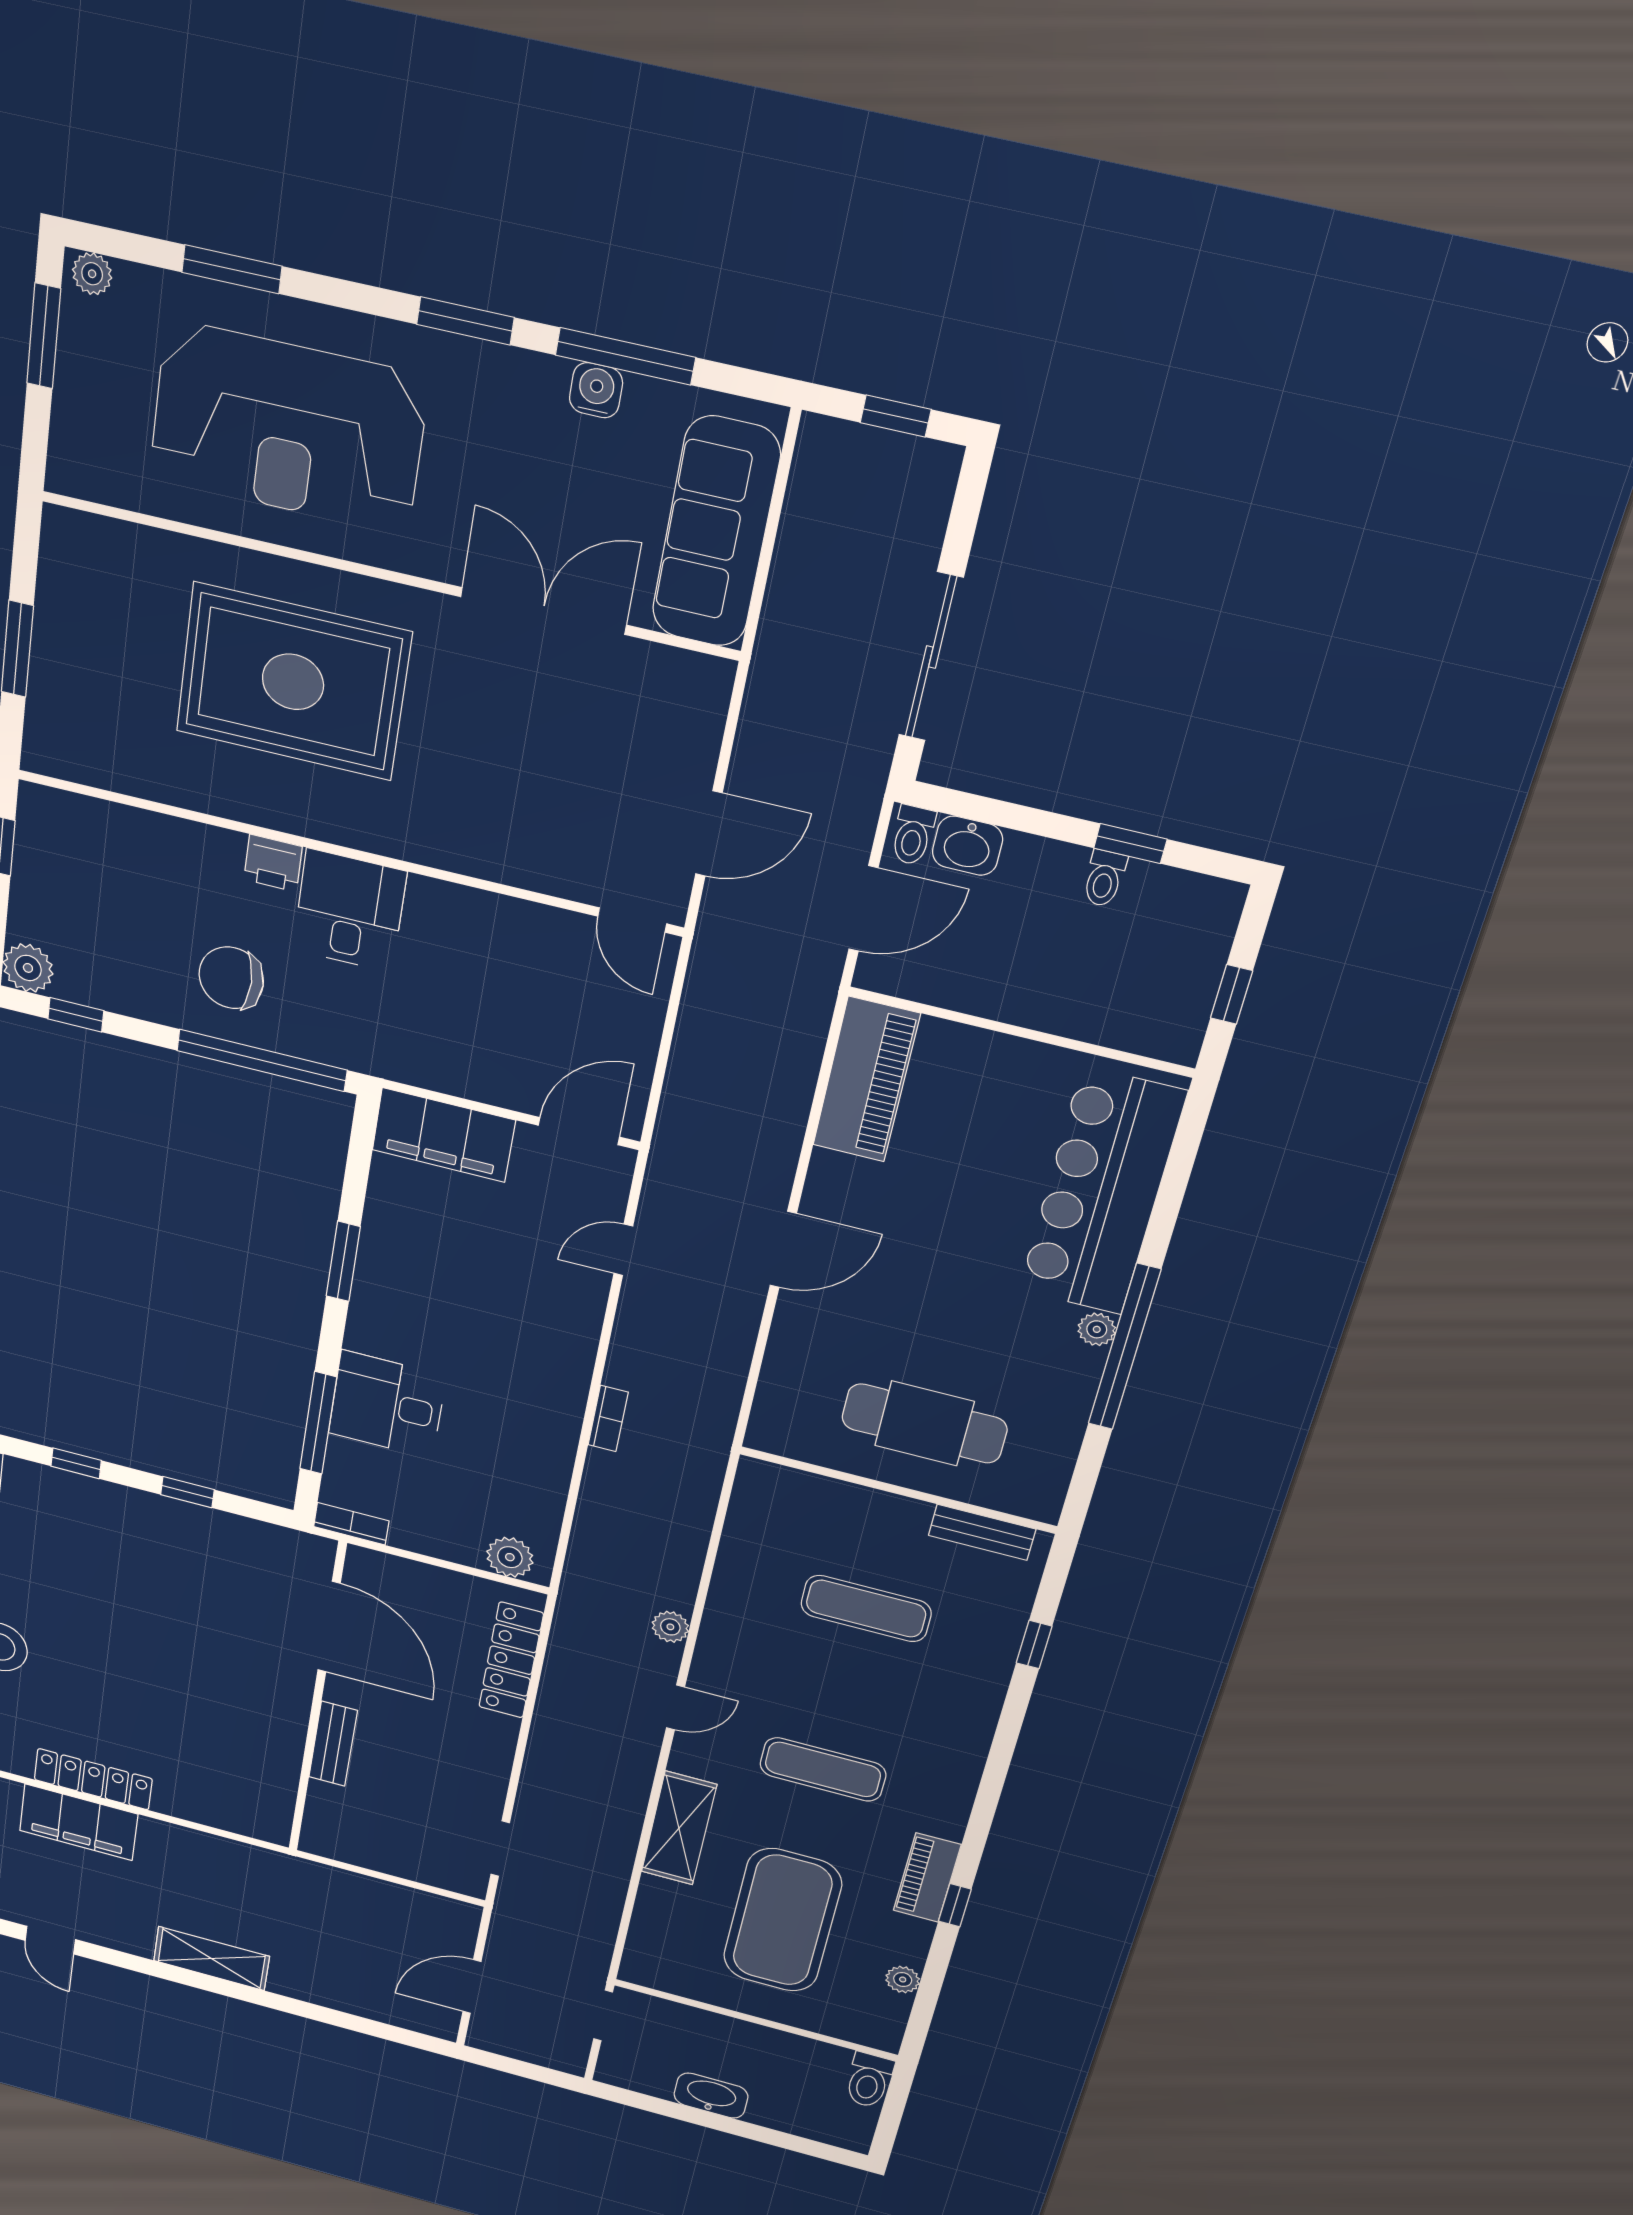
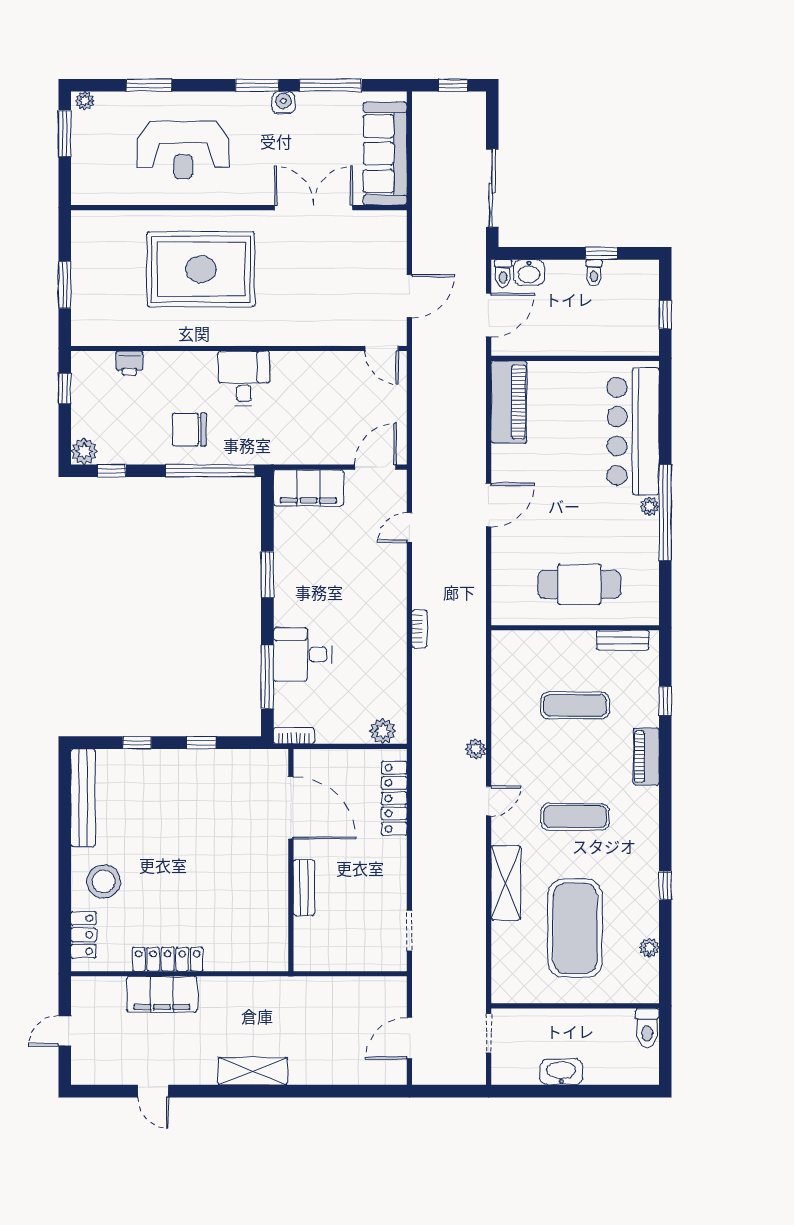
water cooler: (596, 390) -> (283, 103), moved
reception desk: (288, 428) -> (183, 150), width x0.74, depth x0.77
printer: (273, 863) -> (129, 363), moved
piano: (927, 1878) -> (646, 757), moved

